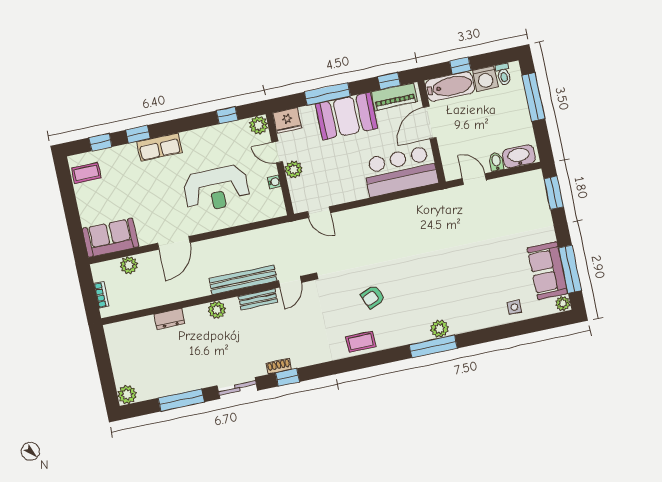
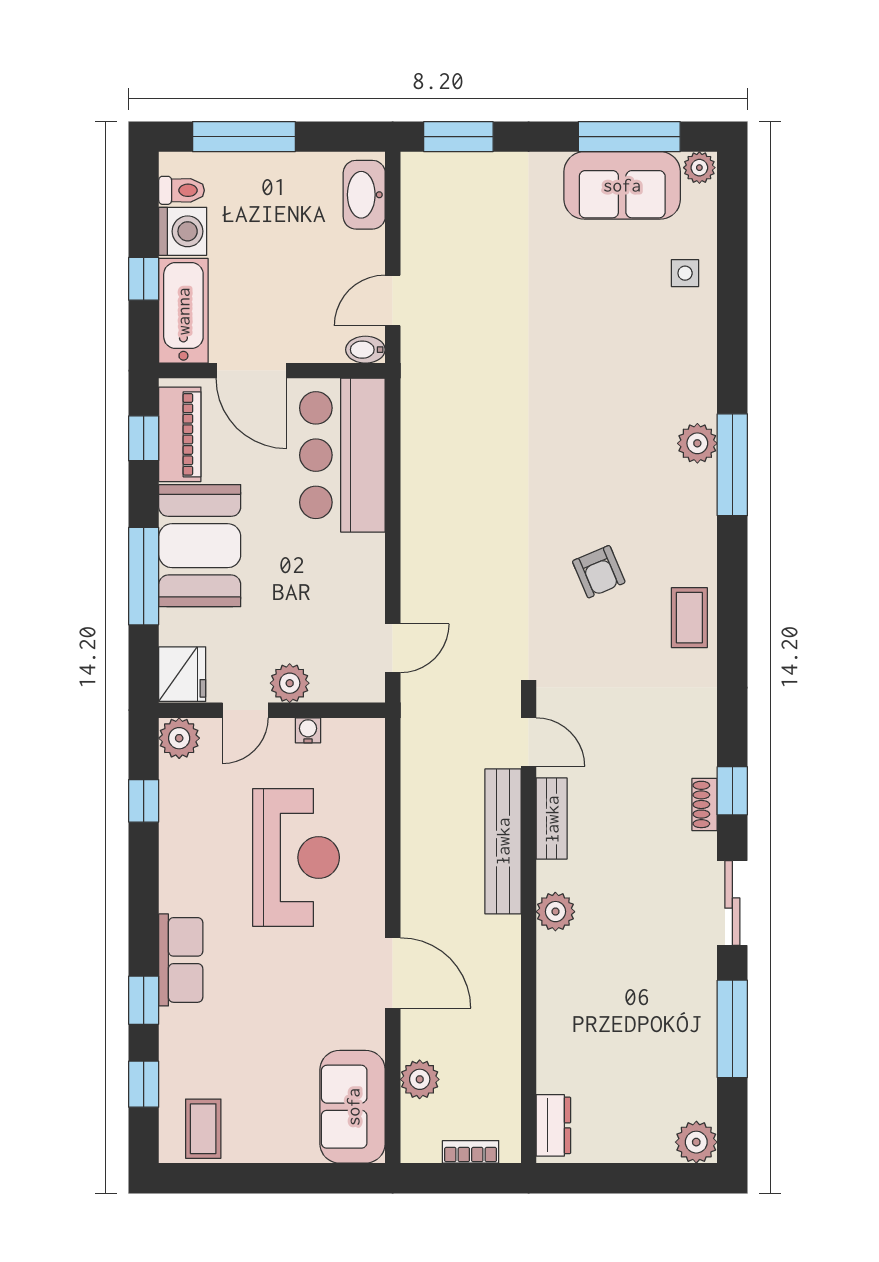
bidet: (496, 162) -> (365, 350), moved
dresser: (169, 319) -> (553, 1125), moved

